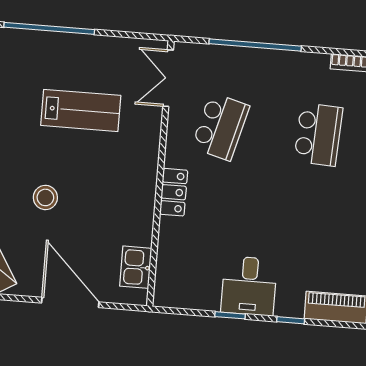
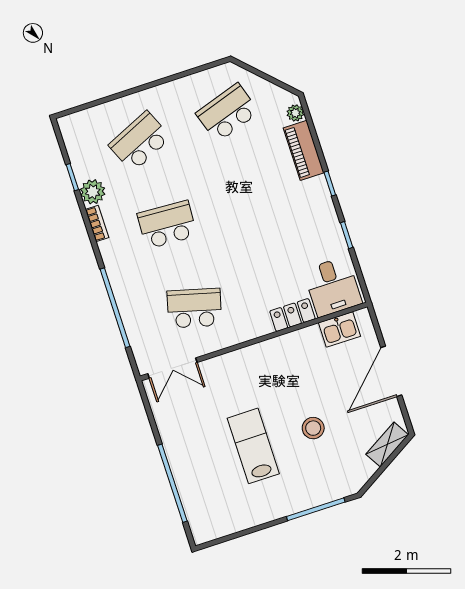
lab bench: (81, 110) -> (253, 446), moved
locker: (174, 192) -> (292, 315), moved
desk: (249, 286) -> (333, 287), moved, turned 90

